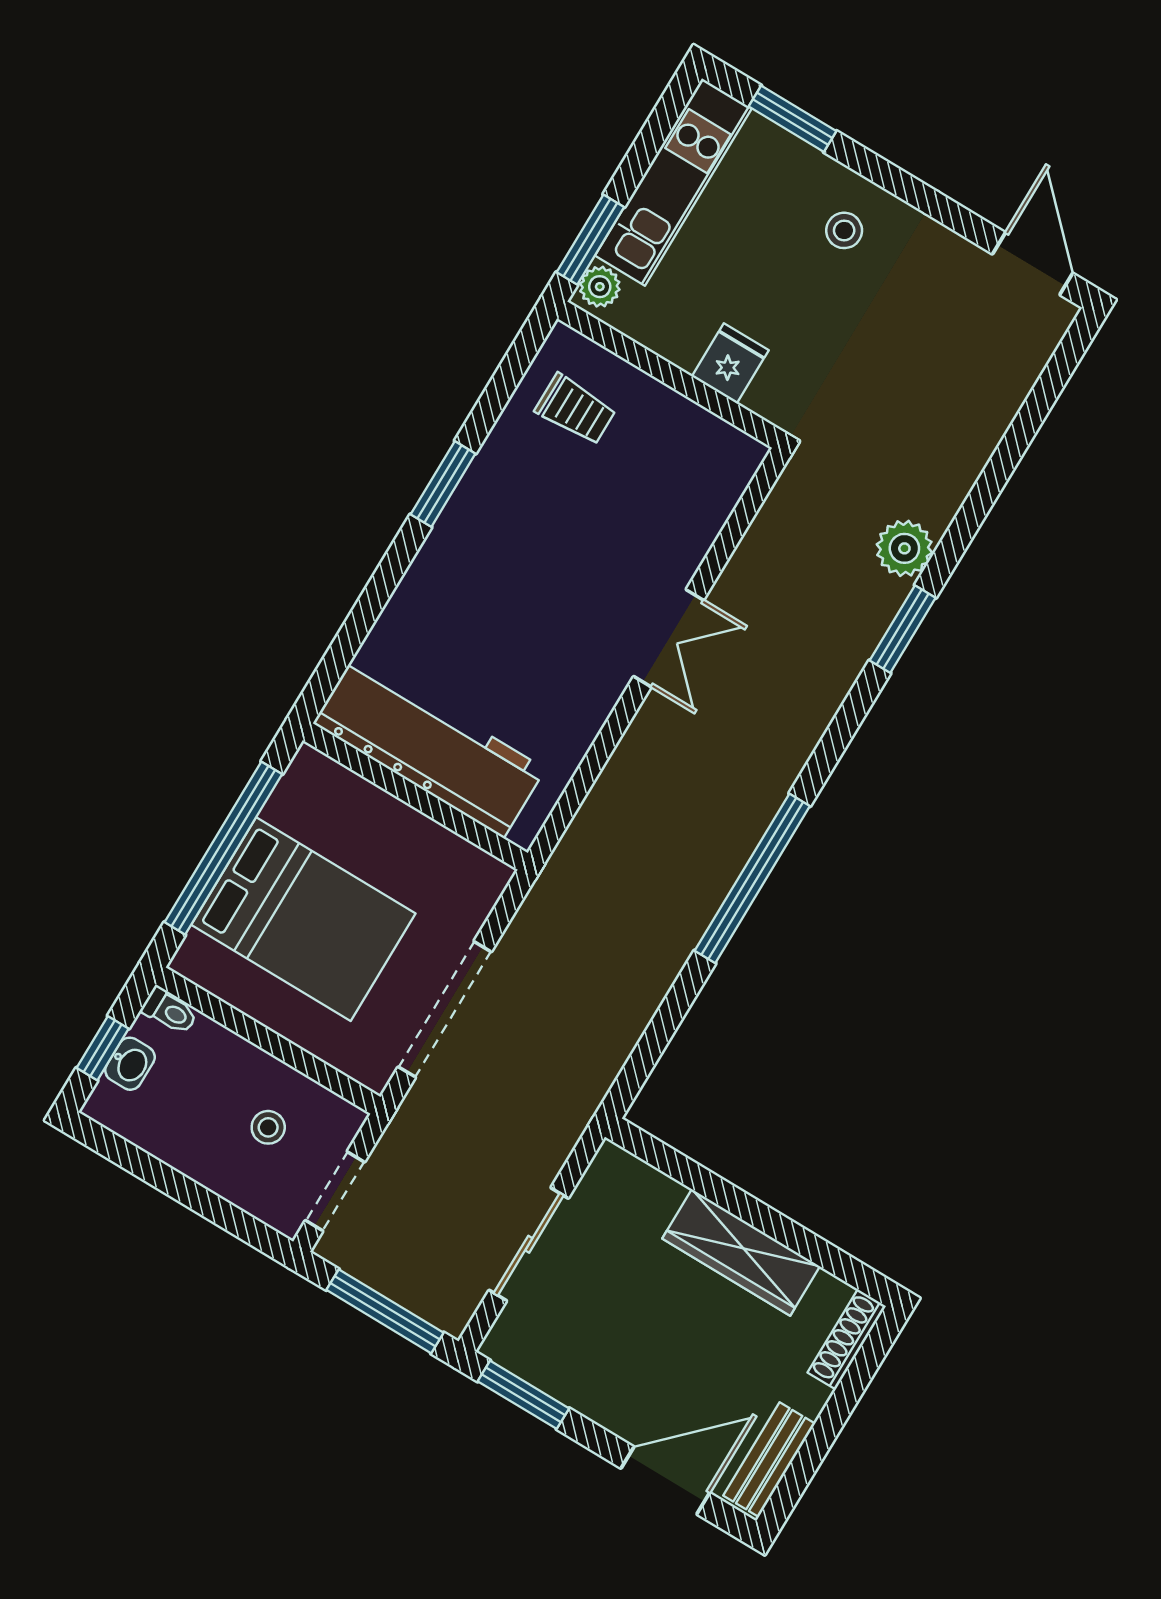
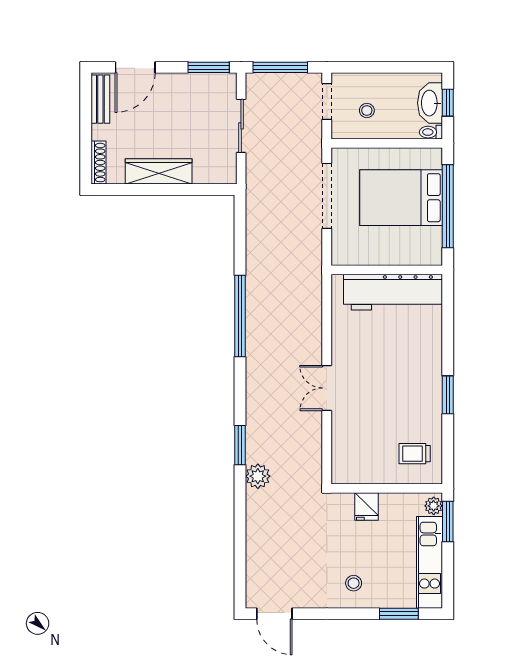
washbasin: (130, 1064) -> (430, 103), width x1.91, depth x1.45

